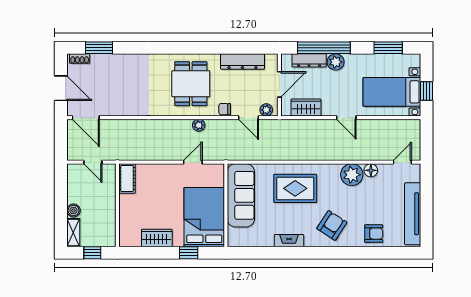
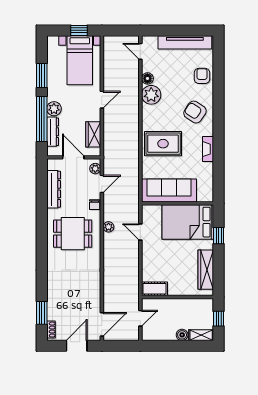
window: (388, 48) -> (42, 75), moved
rug: (295, 188) -> (163, 144), turned 90
wardrobe: (157, 238) -> (206, 270), width x1.50

